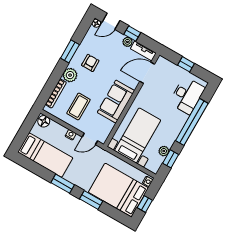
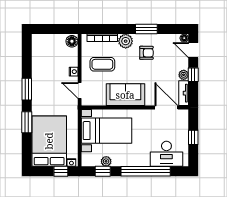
bed: (45, 155) -> (43, 60), removed
window: (145, 204) -> (61, 171), moved

